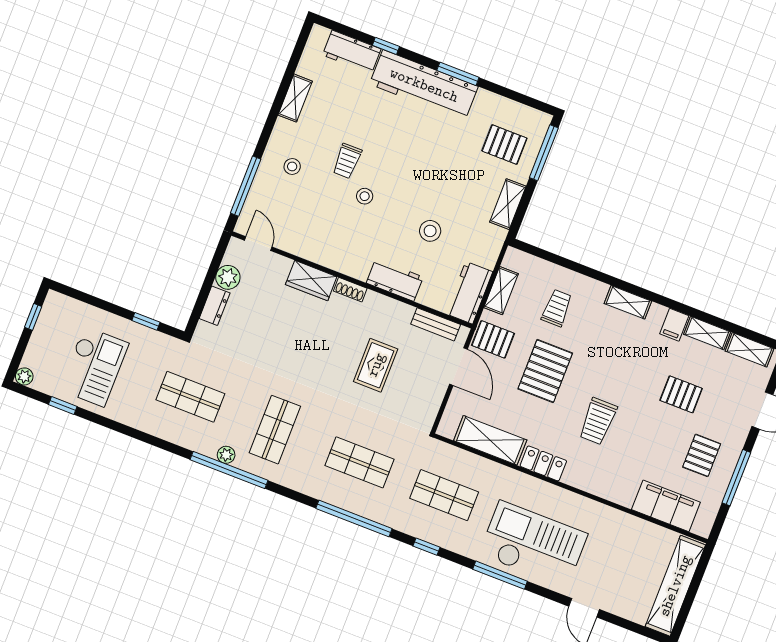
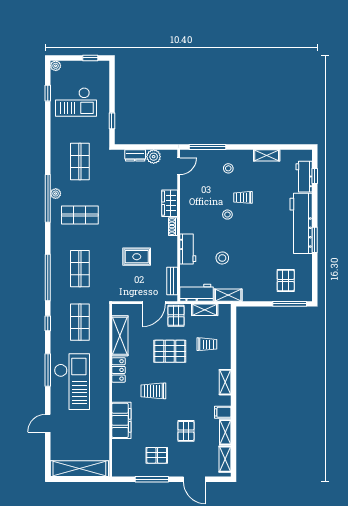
window: (386, 46) -> (315, 176), moved
shelving: (508, 204) -> (228, 295), moved
filing cabinet: (666, 506) -> (121, 420), moved

